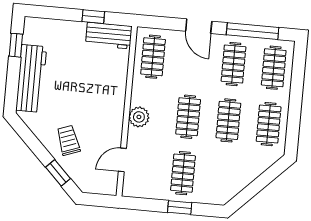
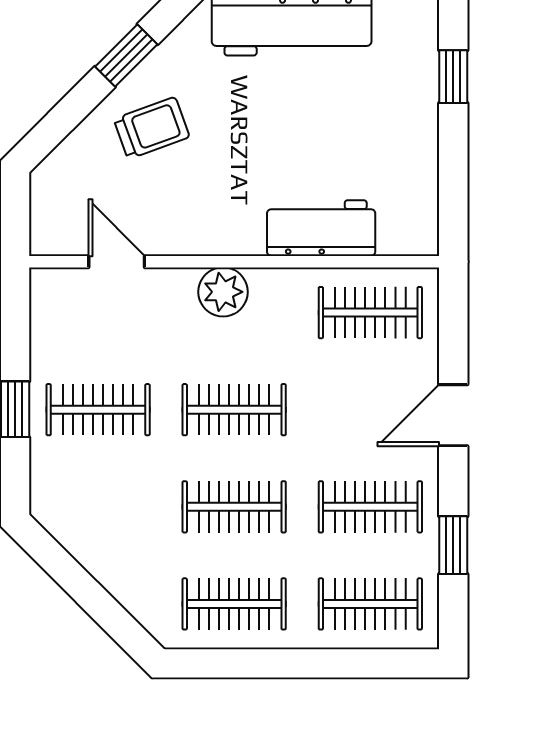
window: (93, 17) -> (453, 77), moved
window: (253, 31) -> (453, 545), width x0.46
workbench: (109, 36) -> (321, 228), moved, turned 90
window: (58, 173) -> (126, 55), moved

